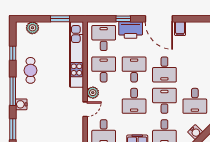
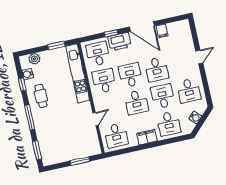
plant: (93, 93) -> (99, 103), removed
water cooler: (21, 104) -> (28, 74), moved

